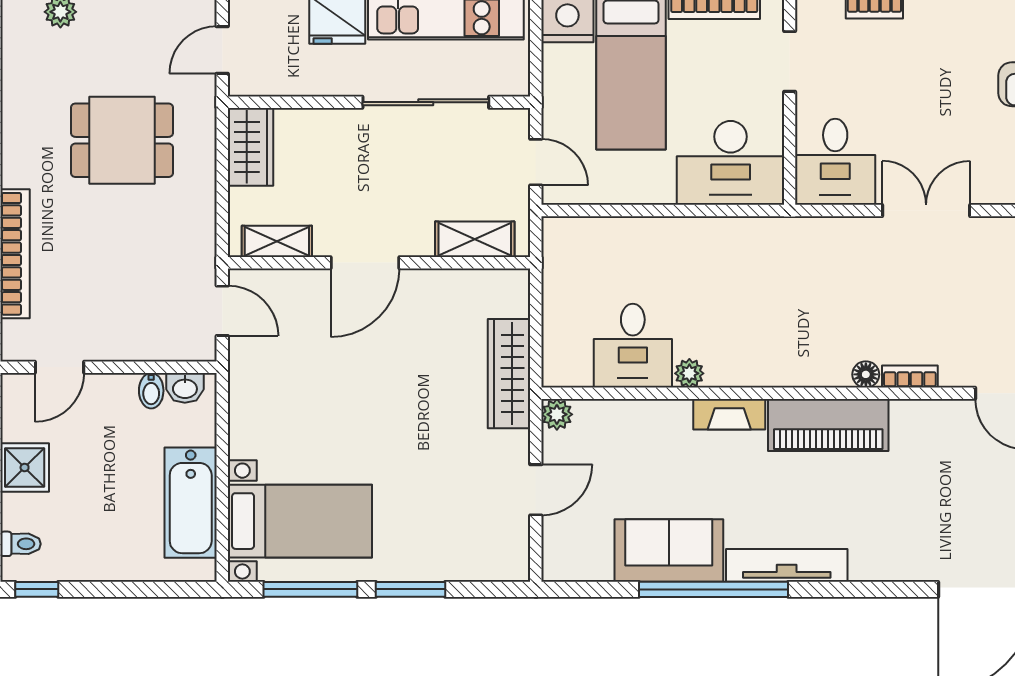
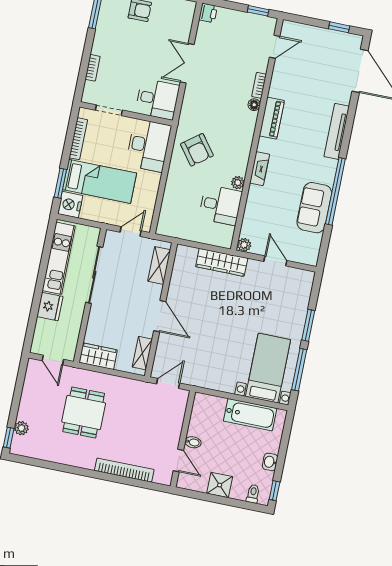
armchair: (743, 270) -> (197, 150), added
washbasin: (185, 388) -> (270, 462), moved, turned 180
bidet: (151, 391) -> (193, 442), moved
piano: (828, 425) -> (272, 118), width x0.73, depth x0.75
tv unit: (787, 565) -> (337, 131), moved

